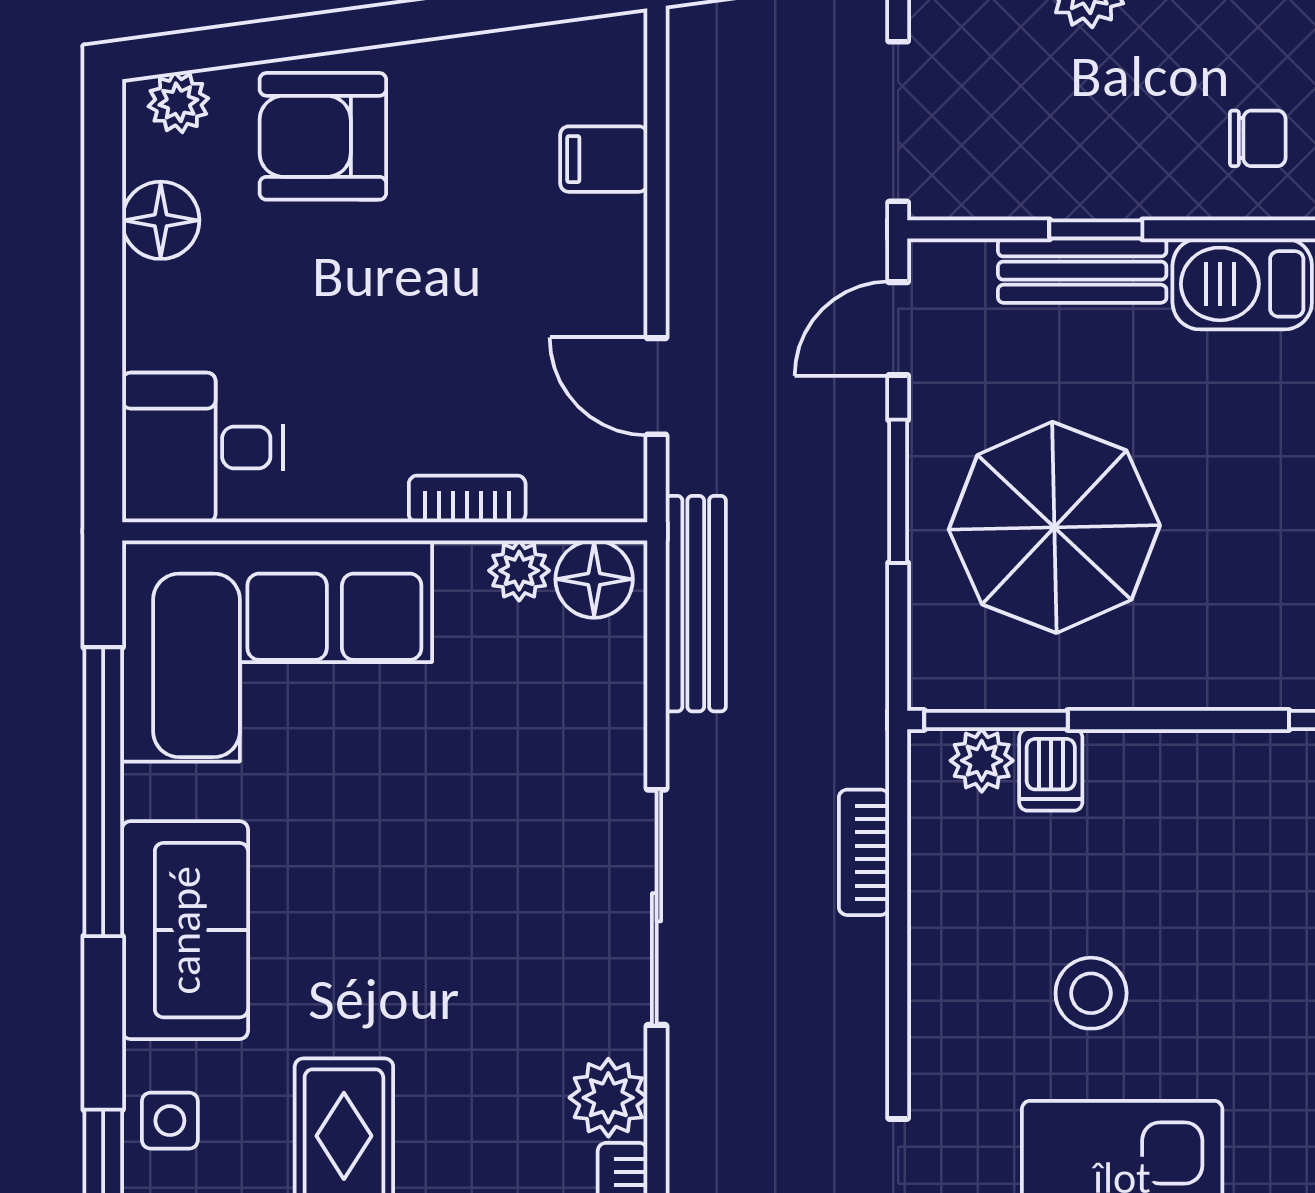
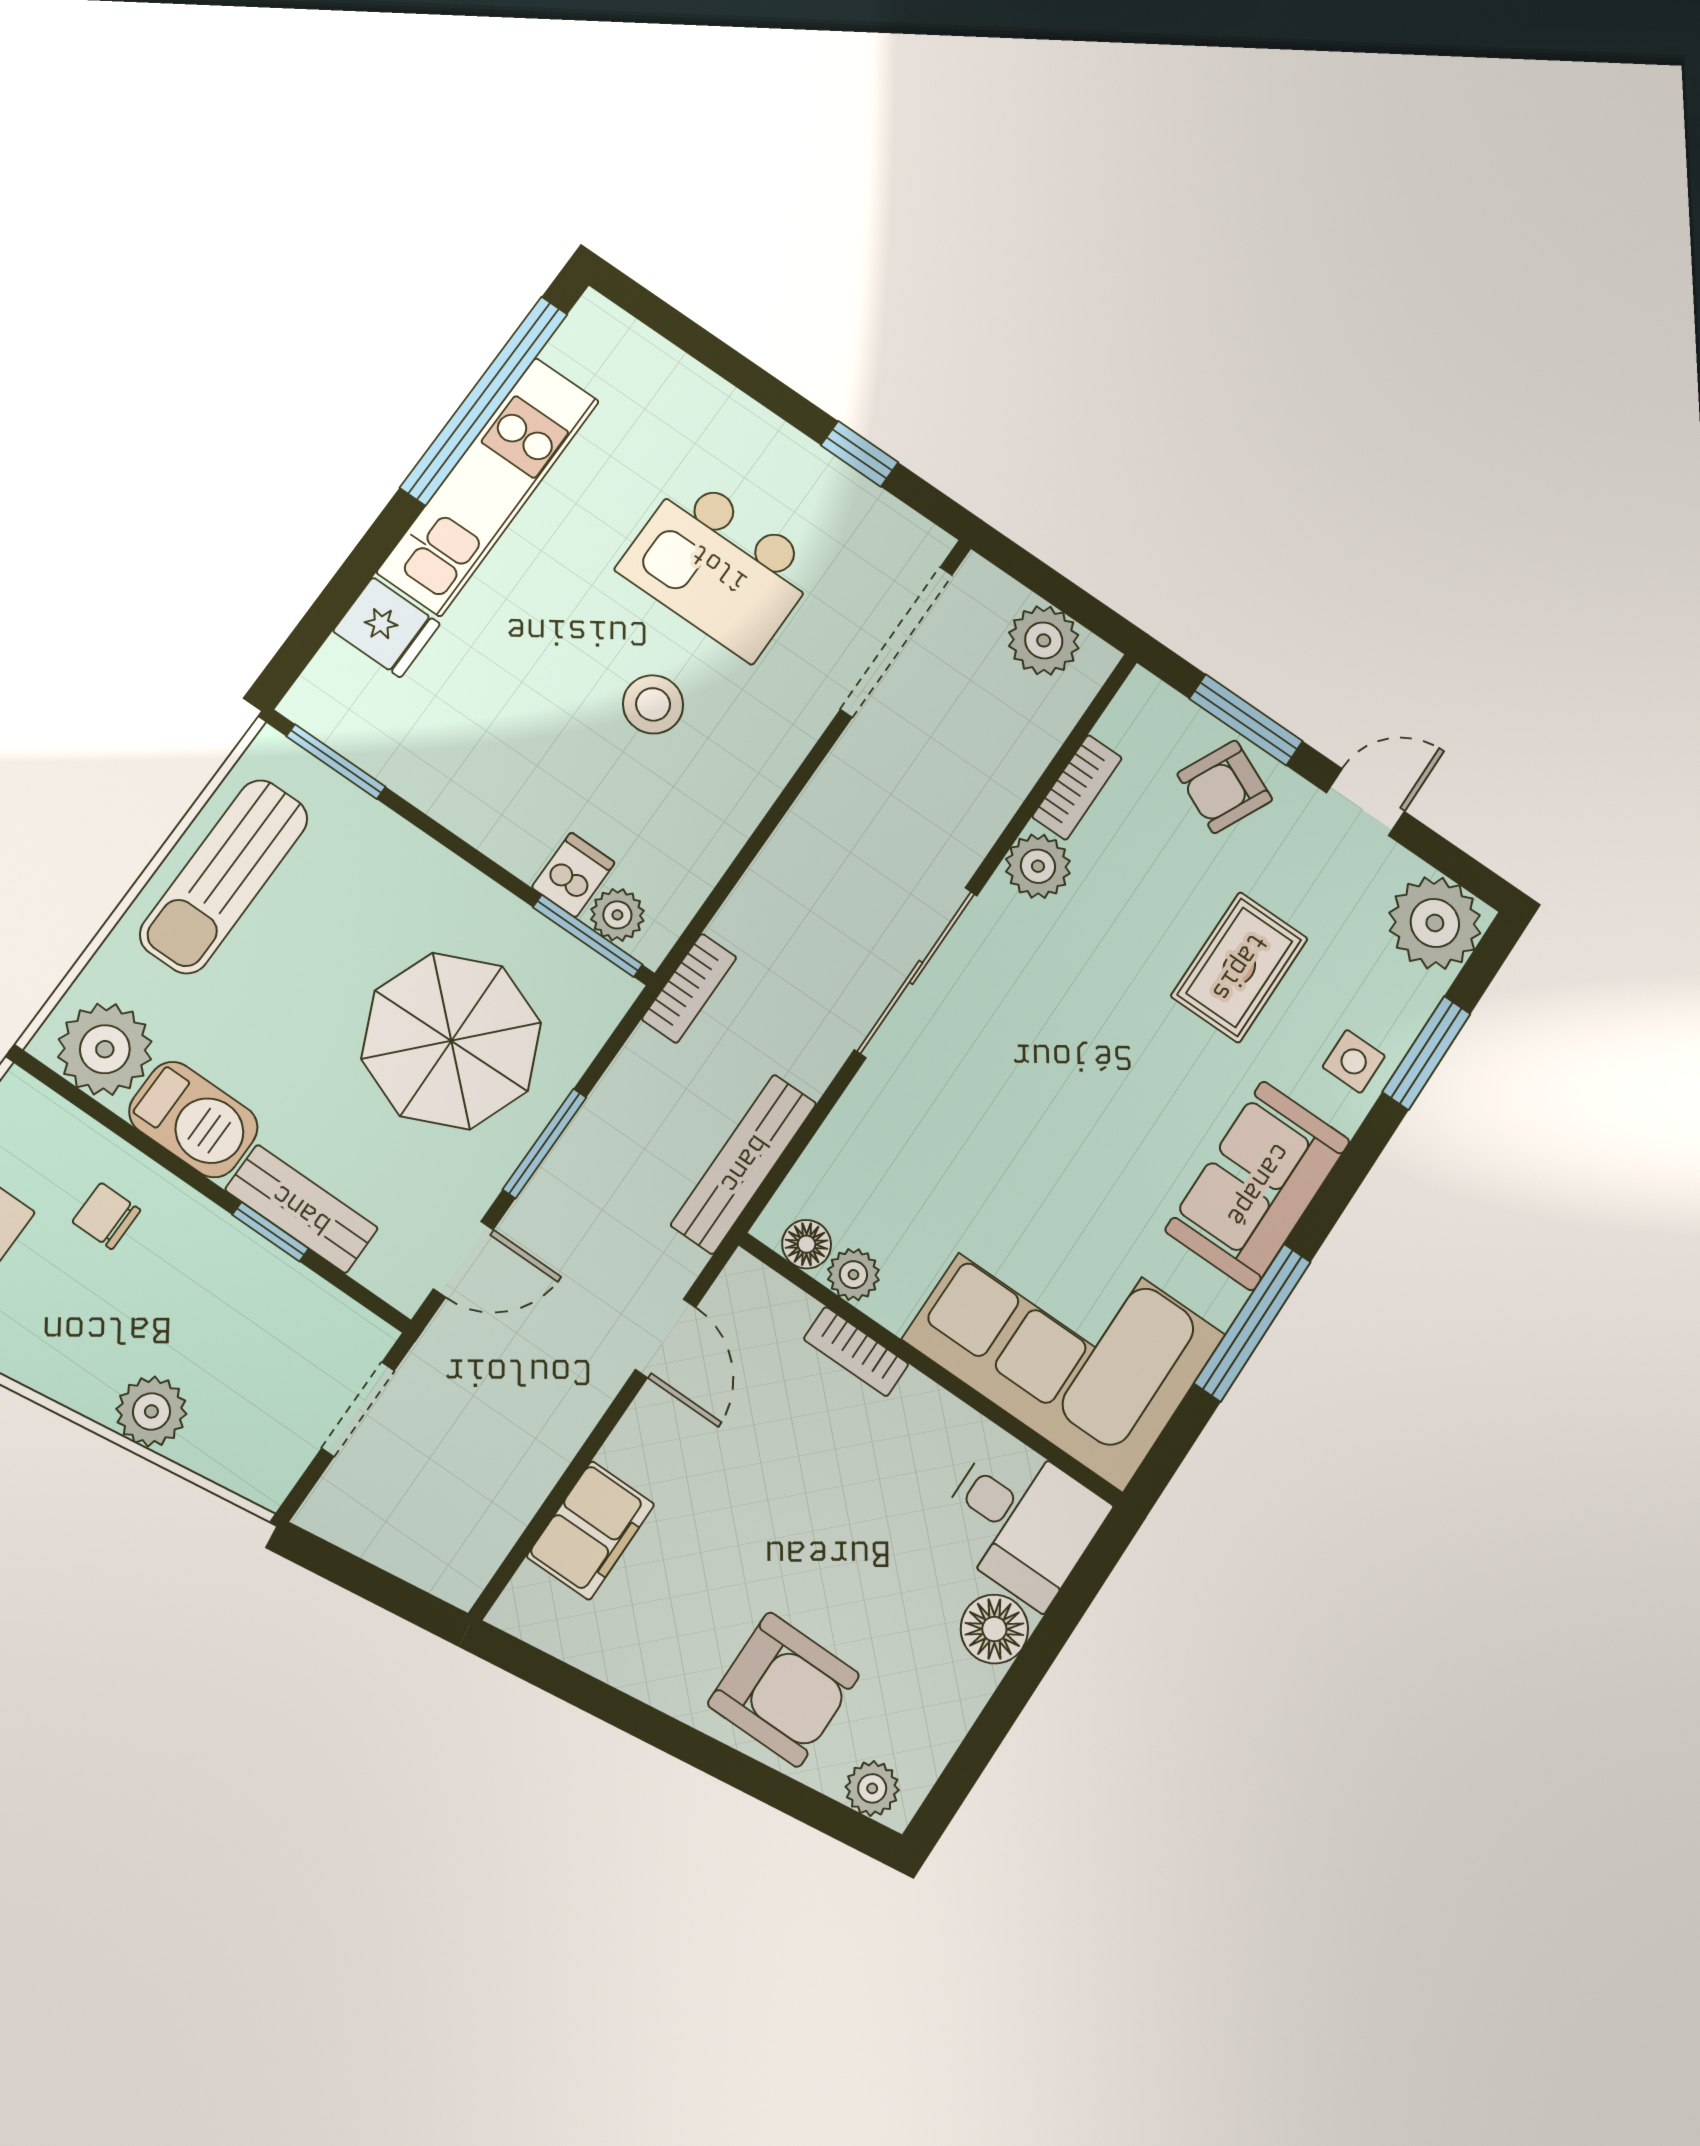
doorway: (898, 122) -> (358, 1409), width x0.73
filing cabinet: (604, 159) -> (591, 1530), width x2.00
floor lamp: (161, 220) -> (994, 1629), moved
floor lamp: (594, 579) -> (807, 1244), width x0.73, depth x0.73
window: (103, 792) -> (1252, 1323), width x0.68
bookcase: (864, 852) -> (689, 988), moved

